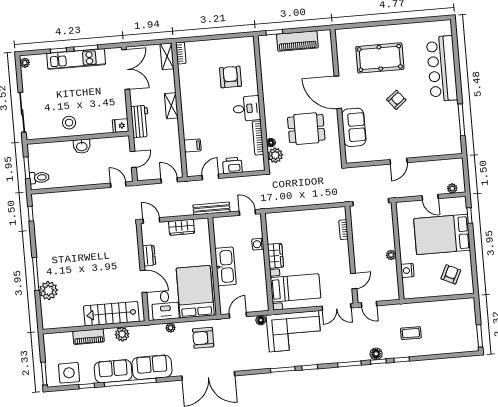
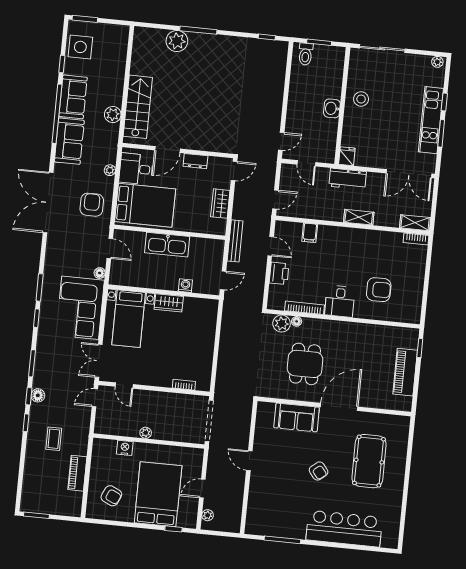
piano: (89, 337) -> (77, 473), moved

